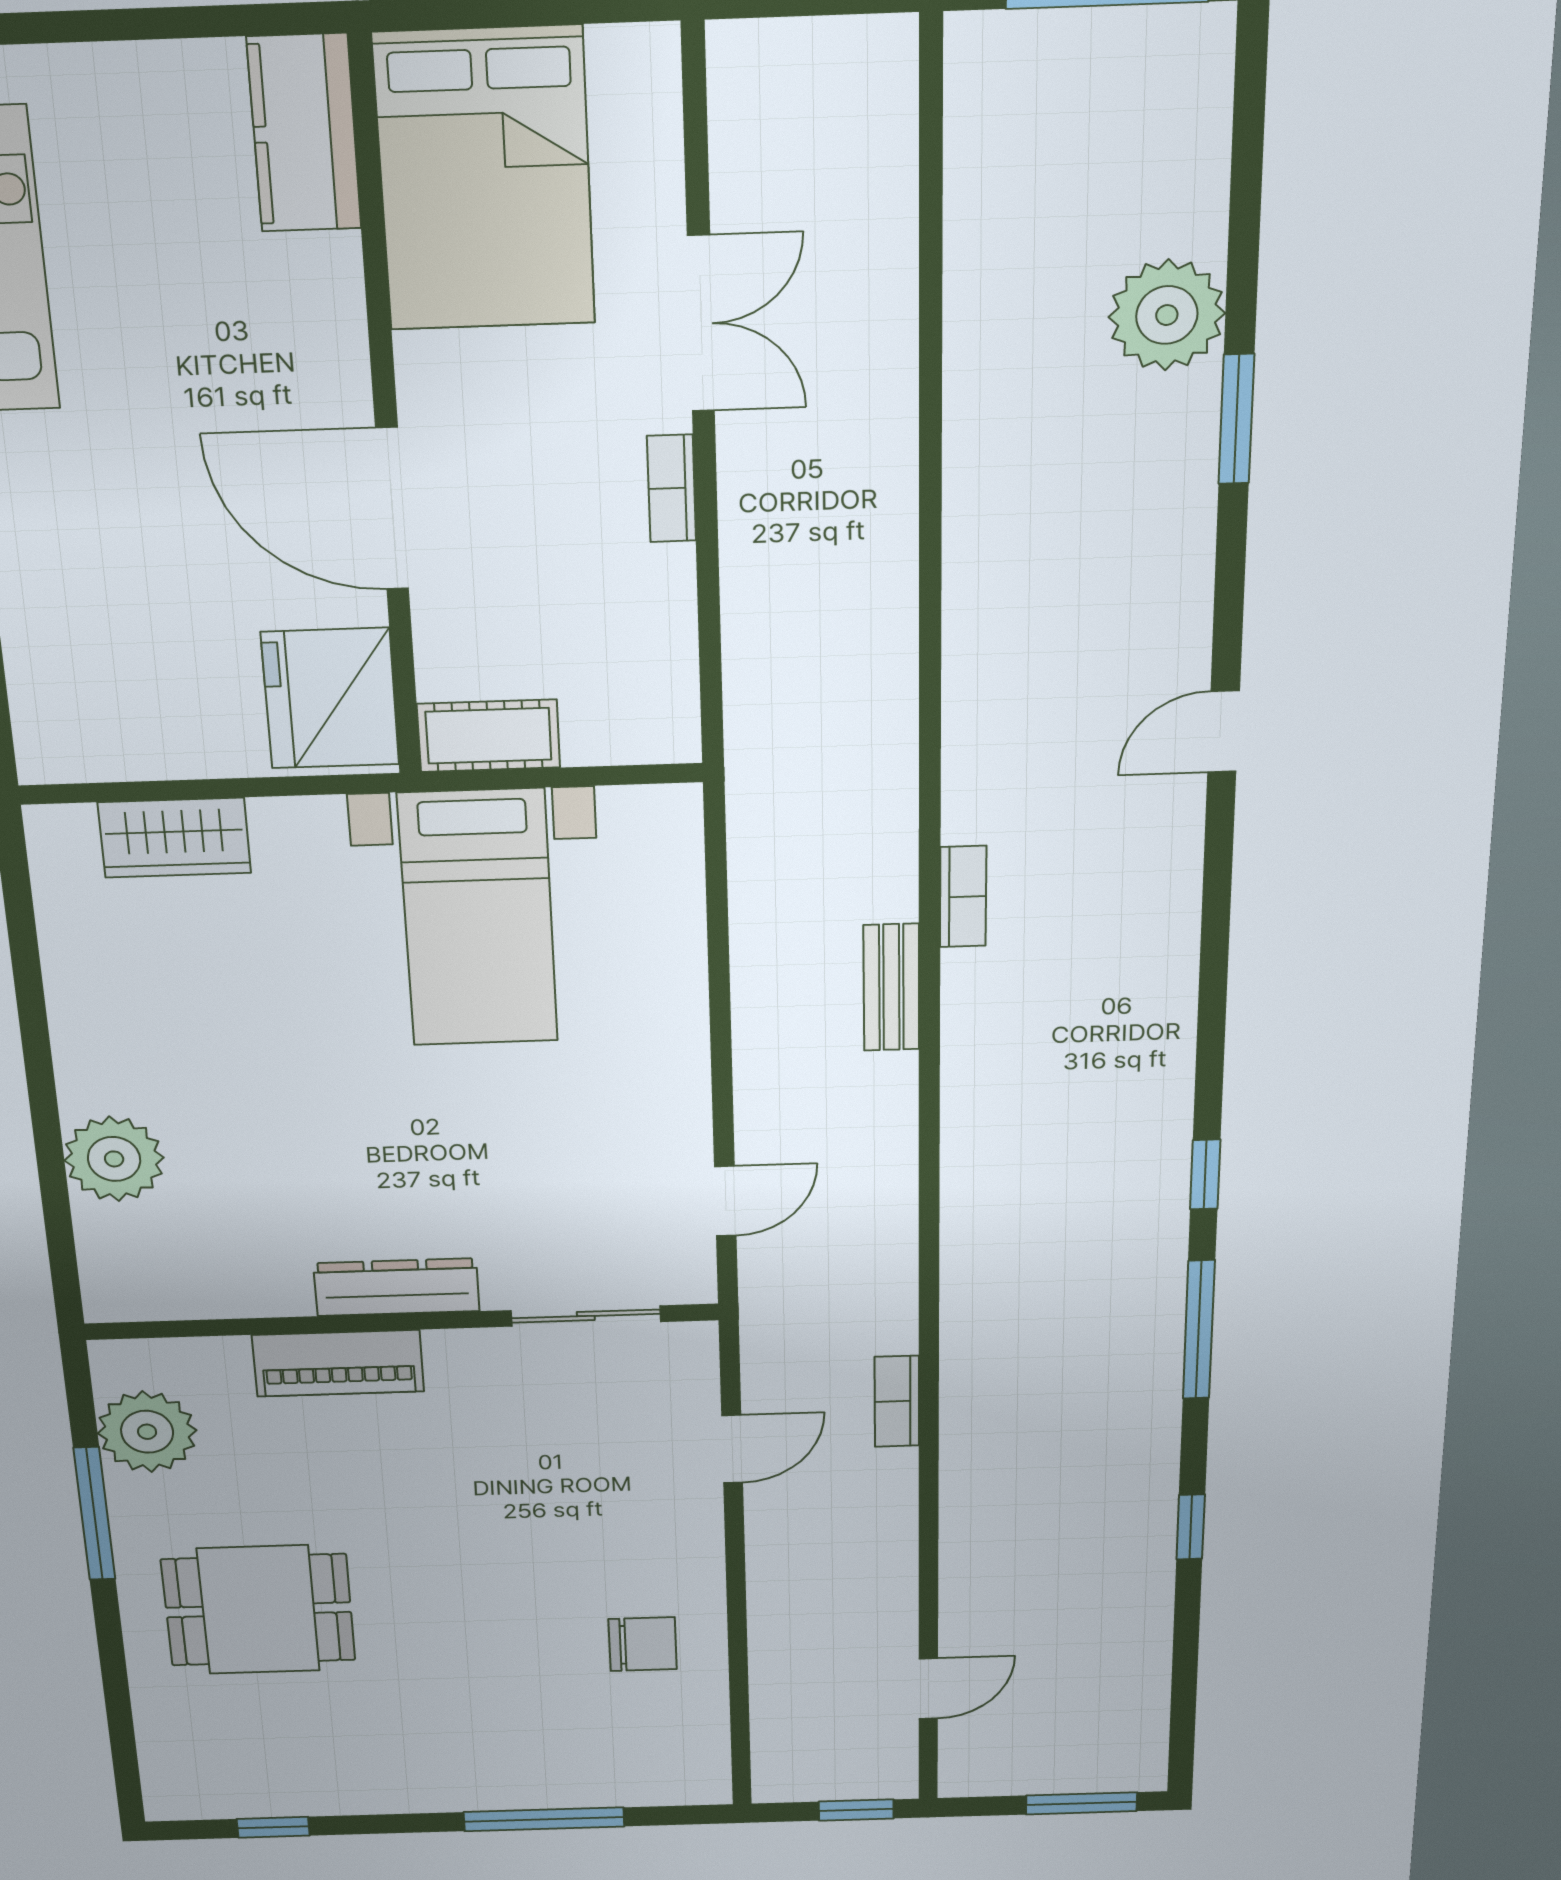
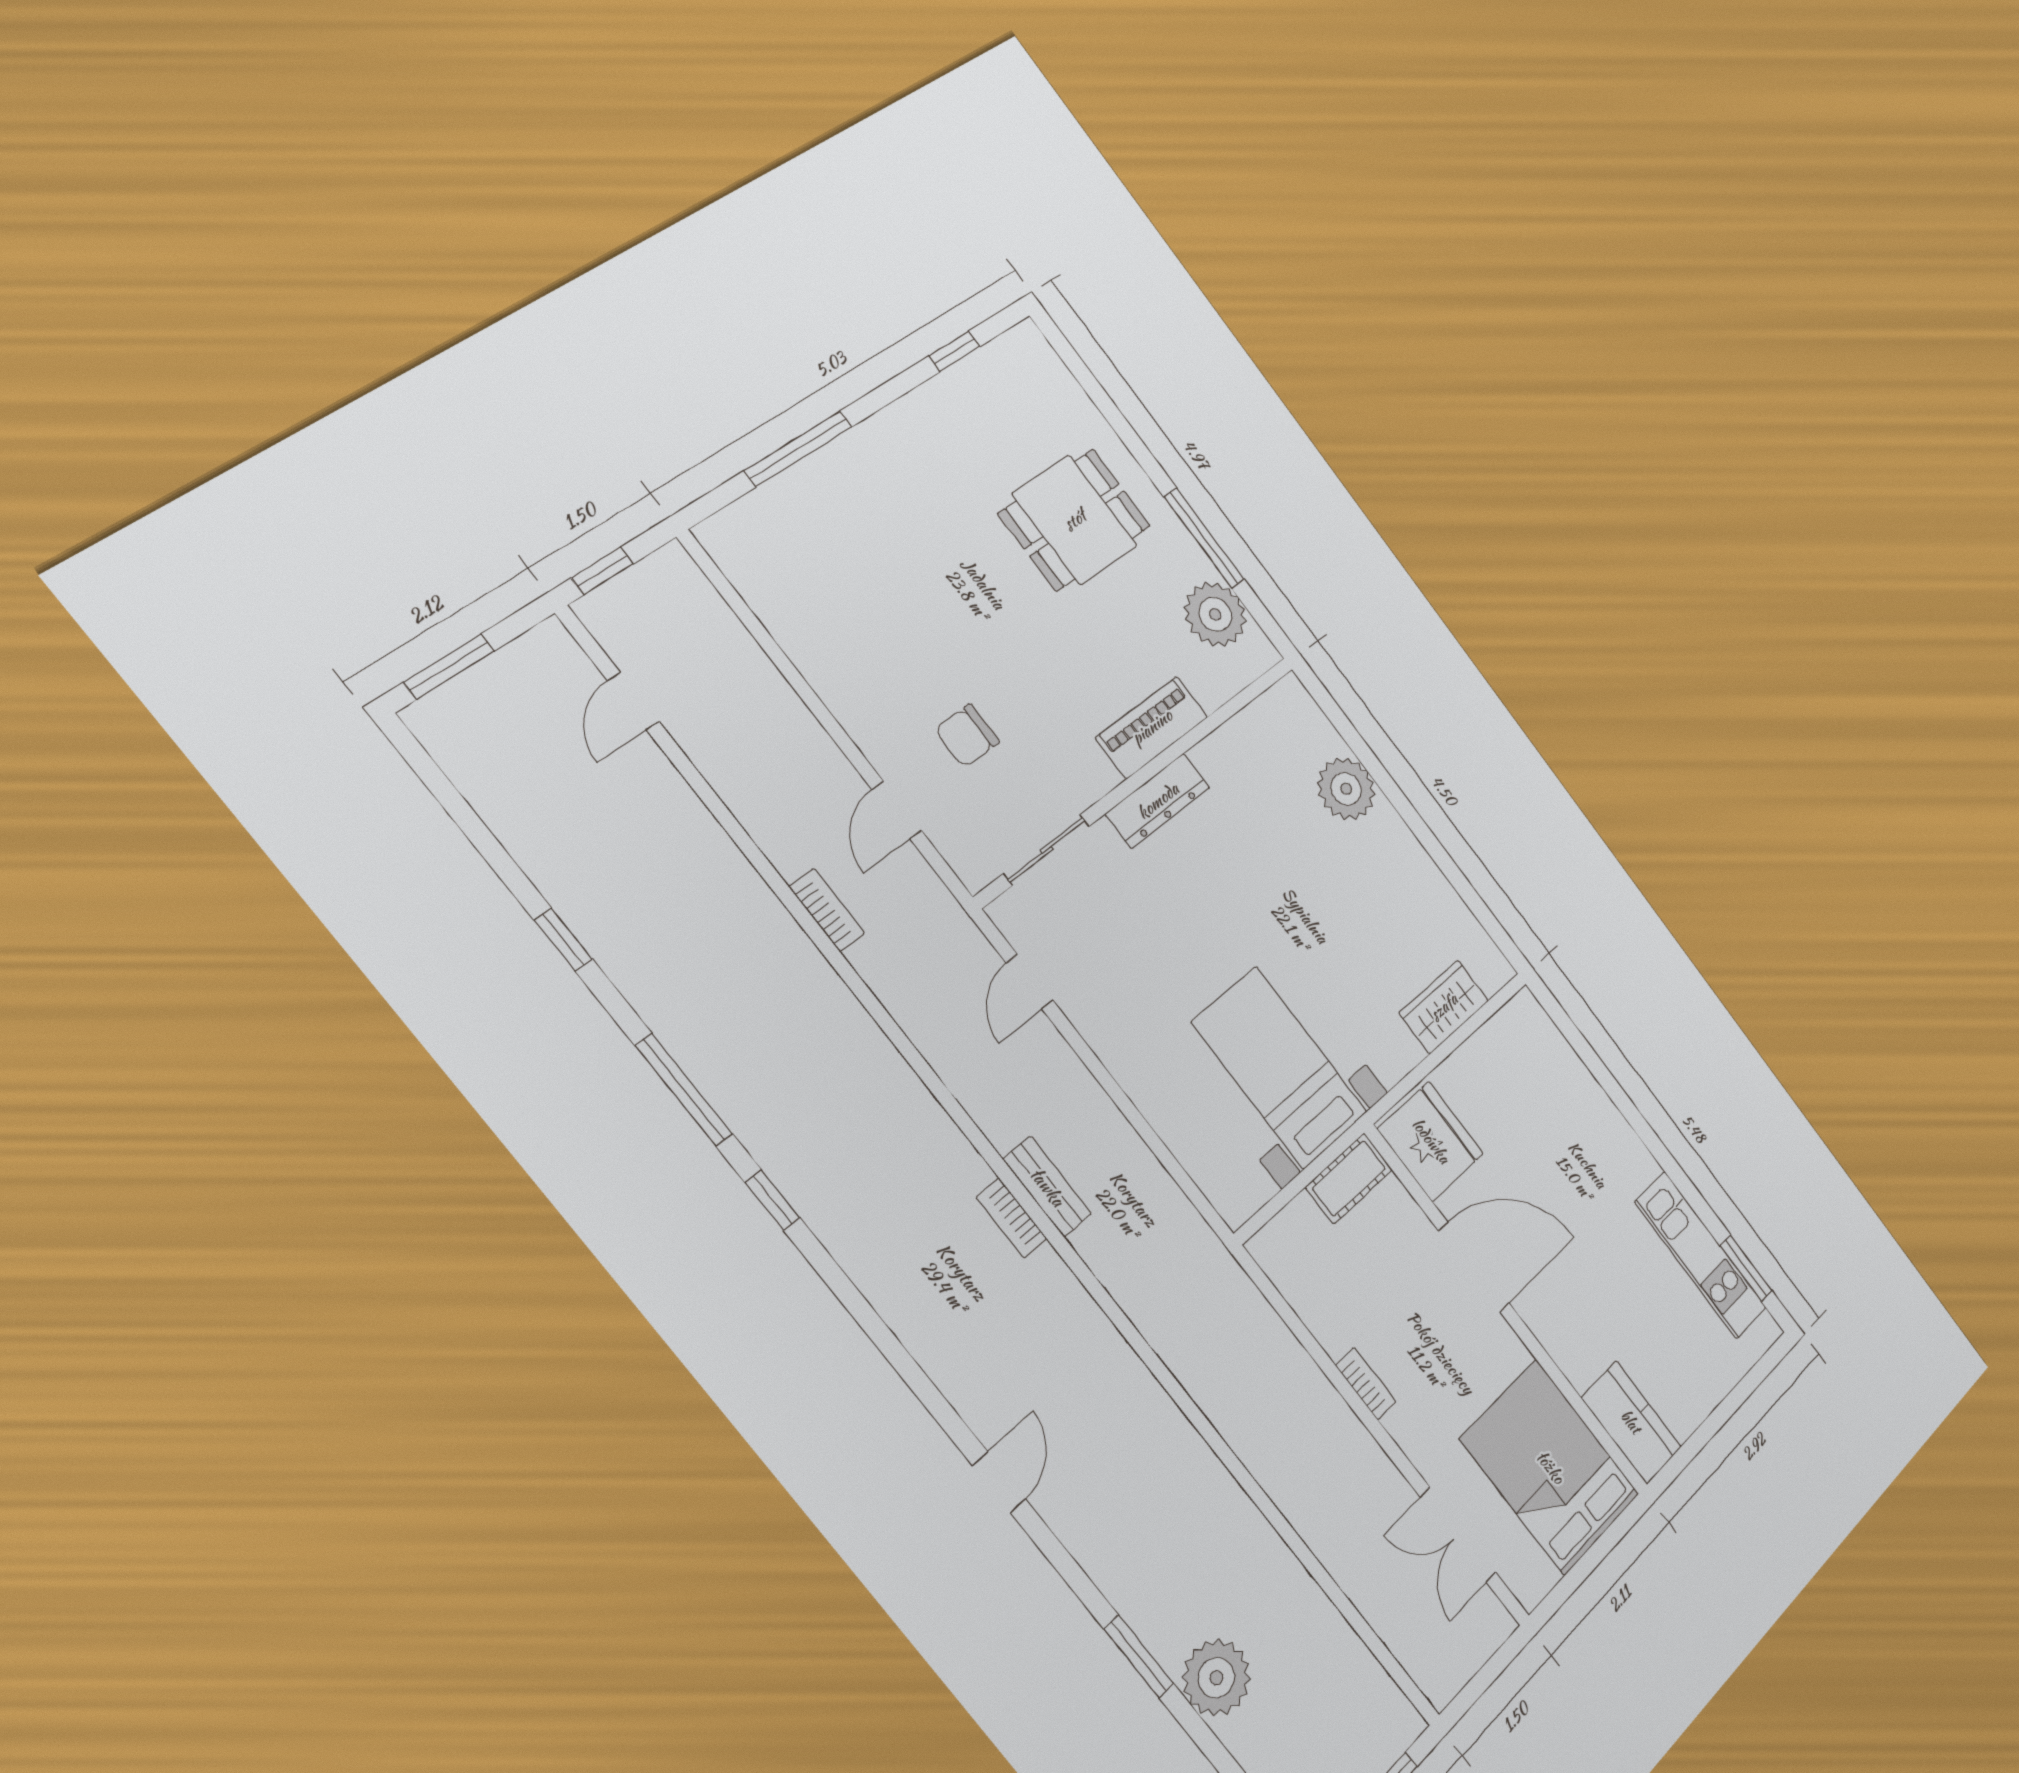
double door: (701, 324) -> (1458, 1535), moved
bookcase: (963, 897) -> (1011, 1218), moved
chair: (643, 1644) -> (967, 736), moved

